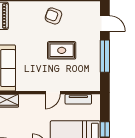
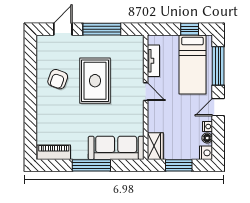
armchair: (53, 16) -> (58, 79), moved
rug: (62, 50) -> (95, 81), width x1.36, depth x1.43

